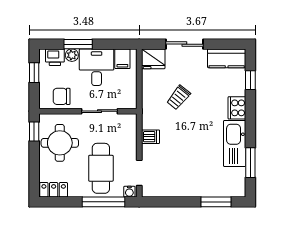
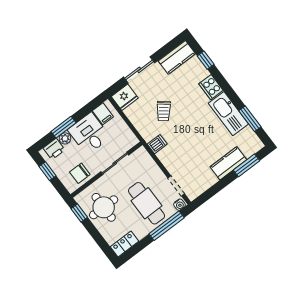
dishwasher: (150, 137) -> (157, 144), moved
kitchen counter: (201, 188) -> (228, 163), added

